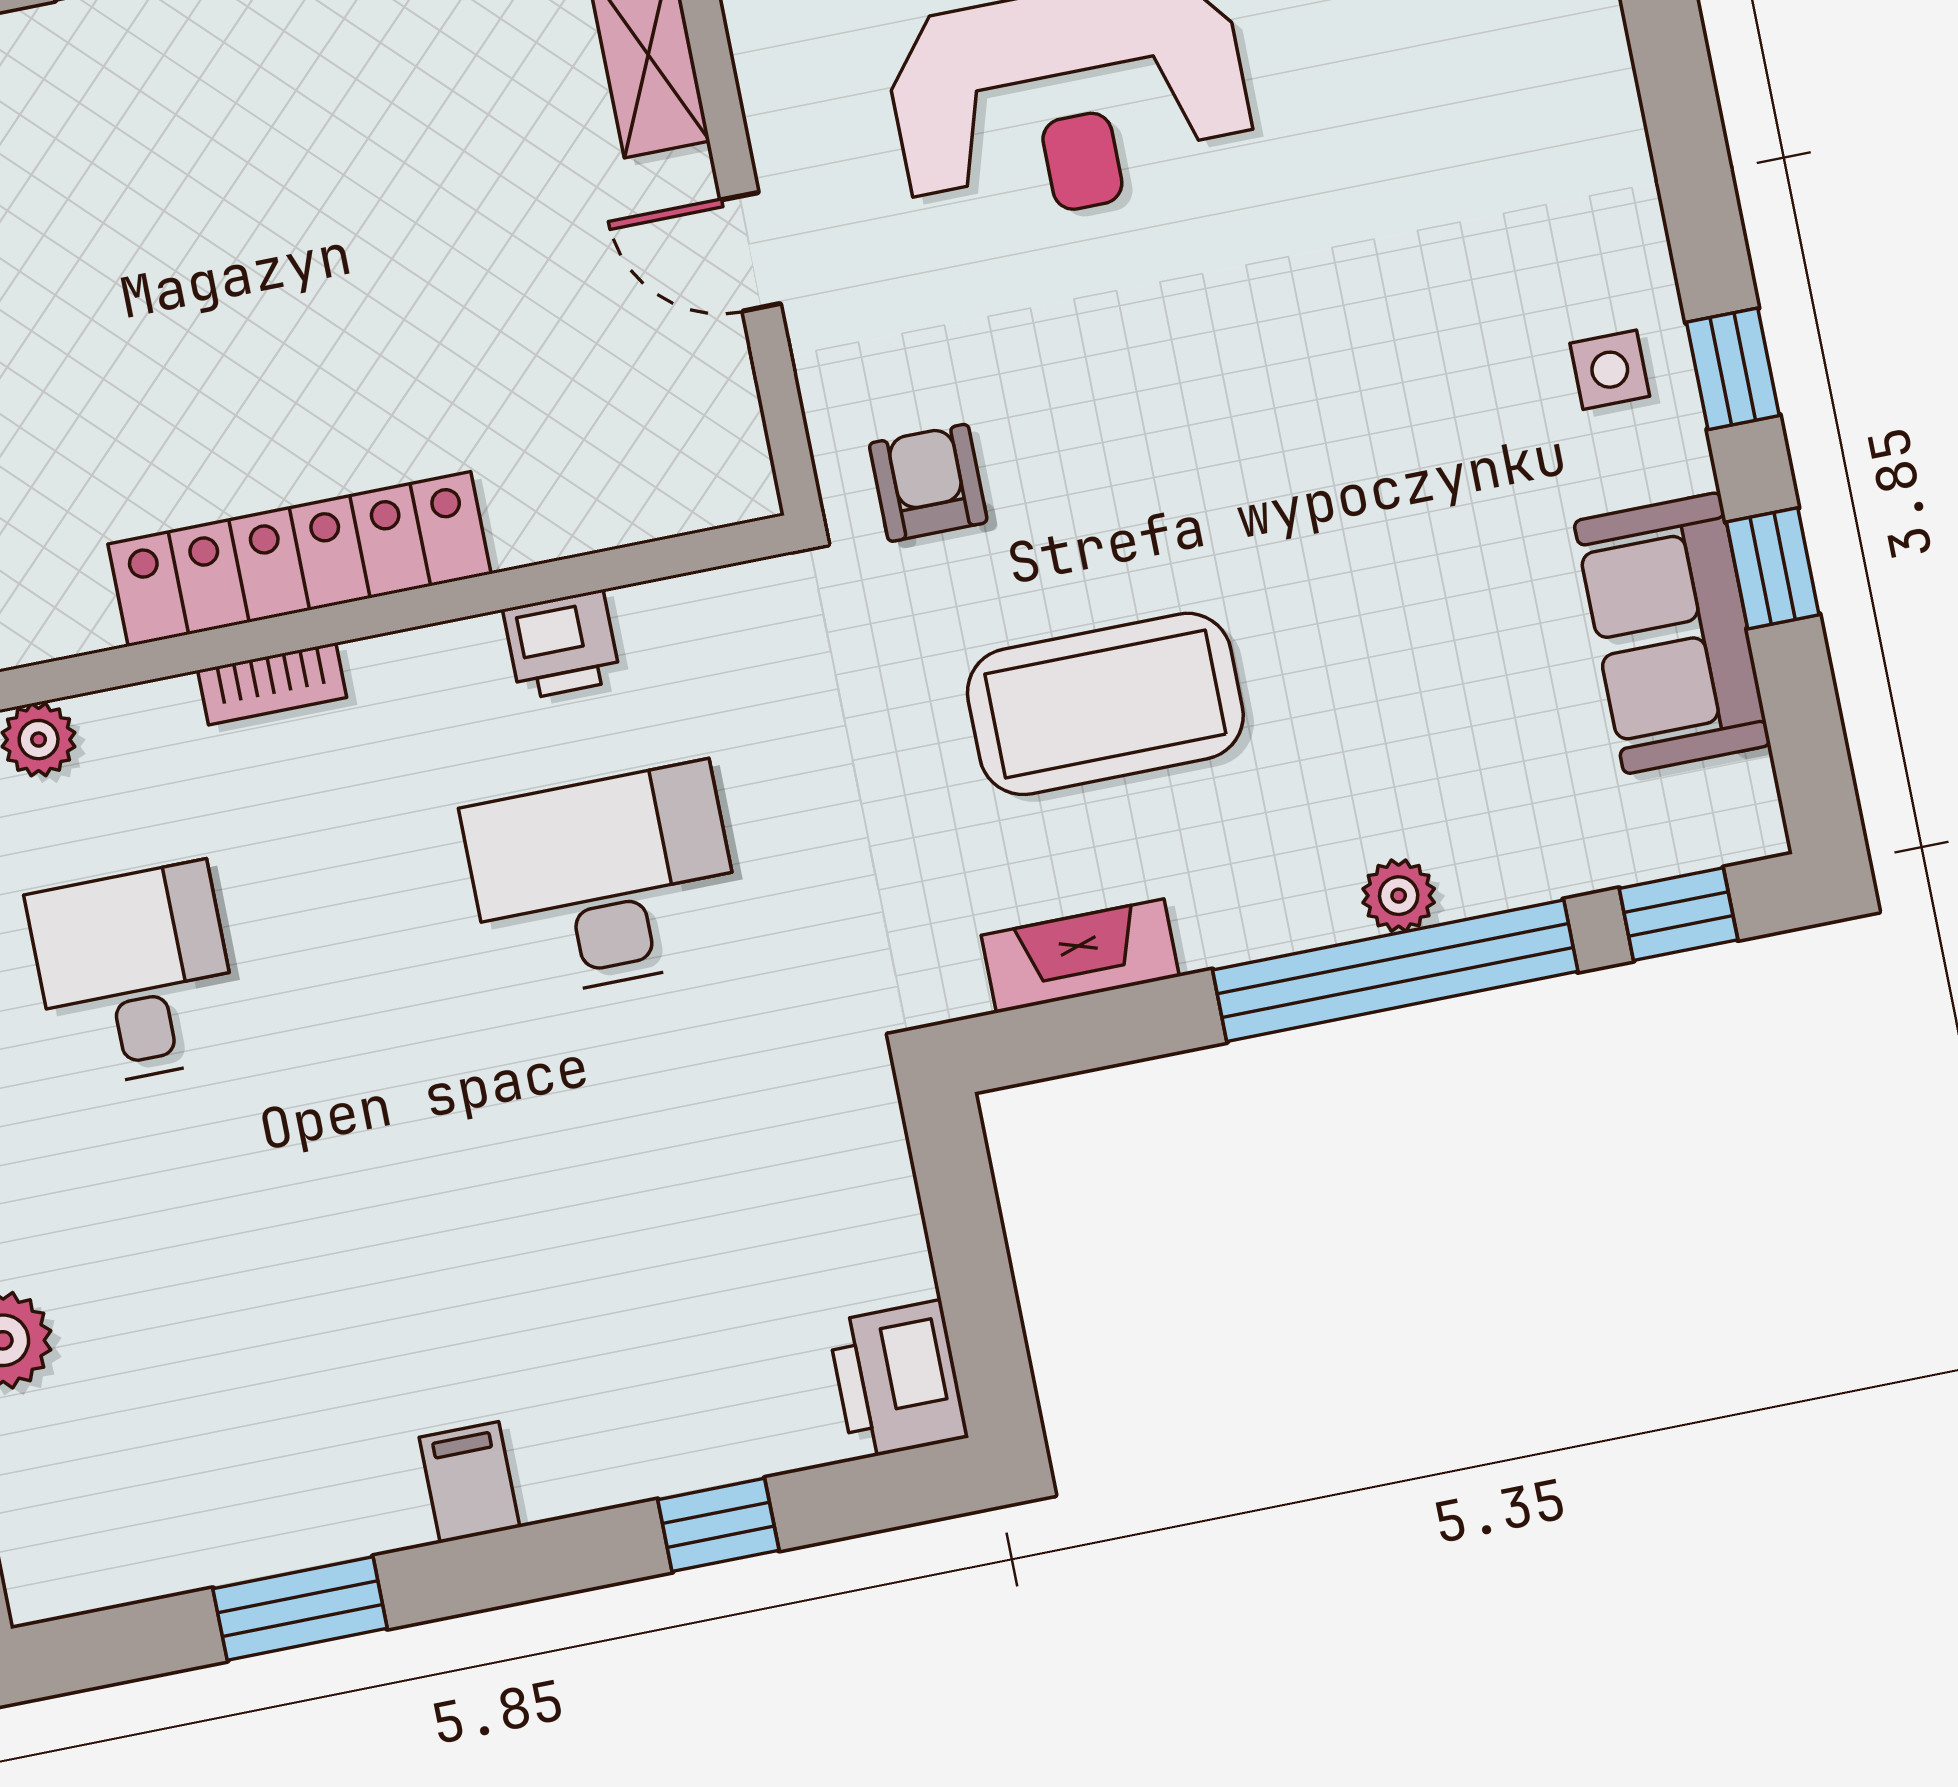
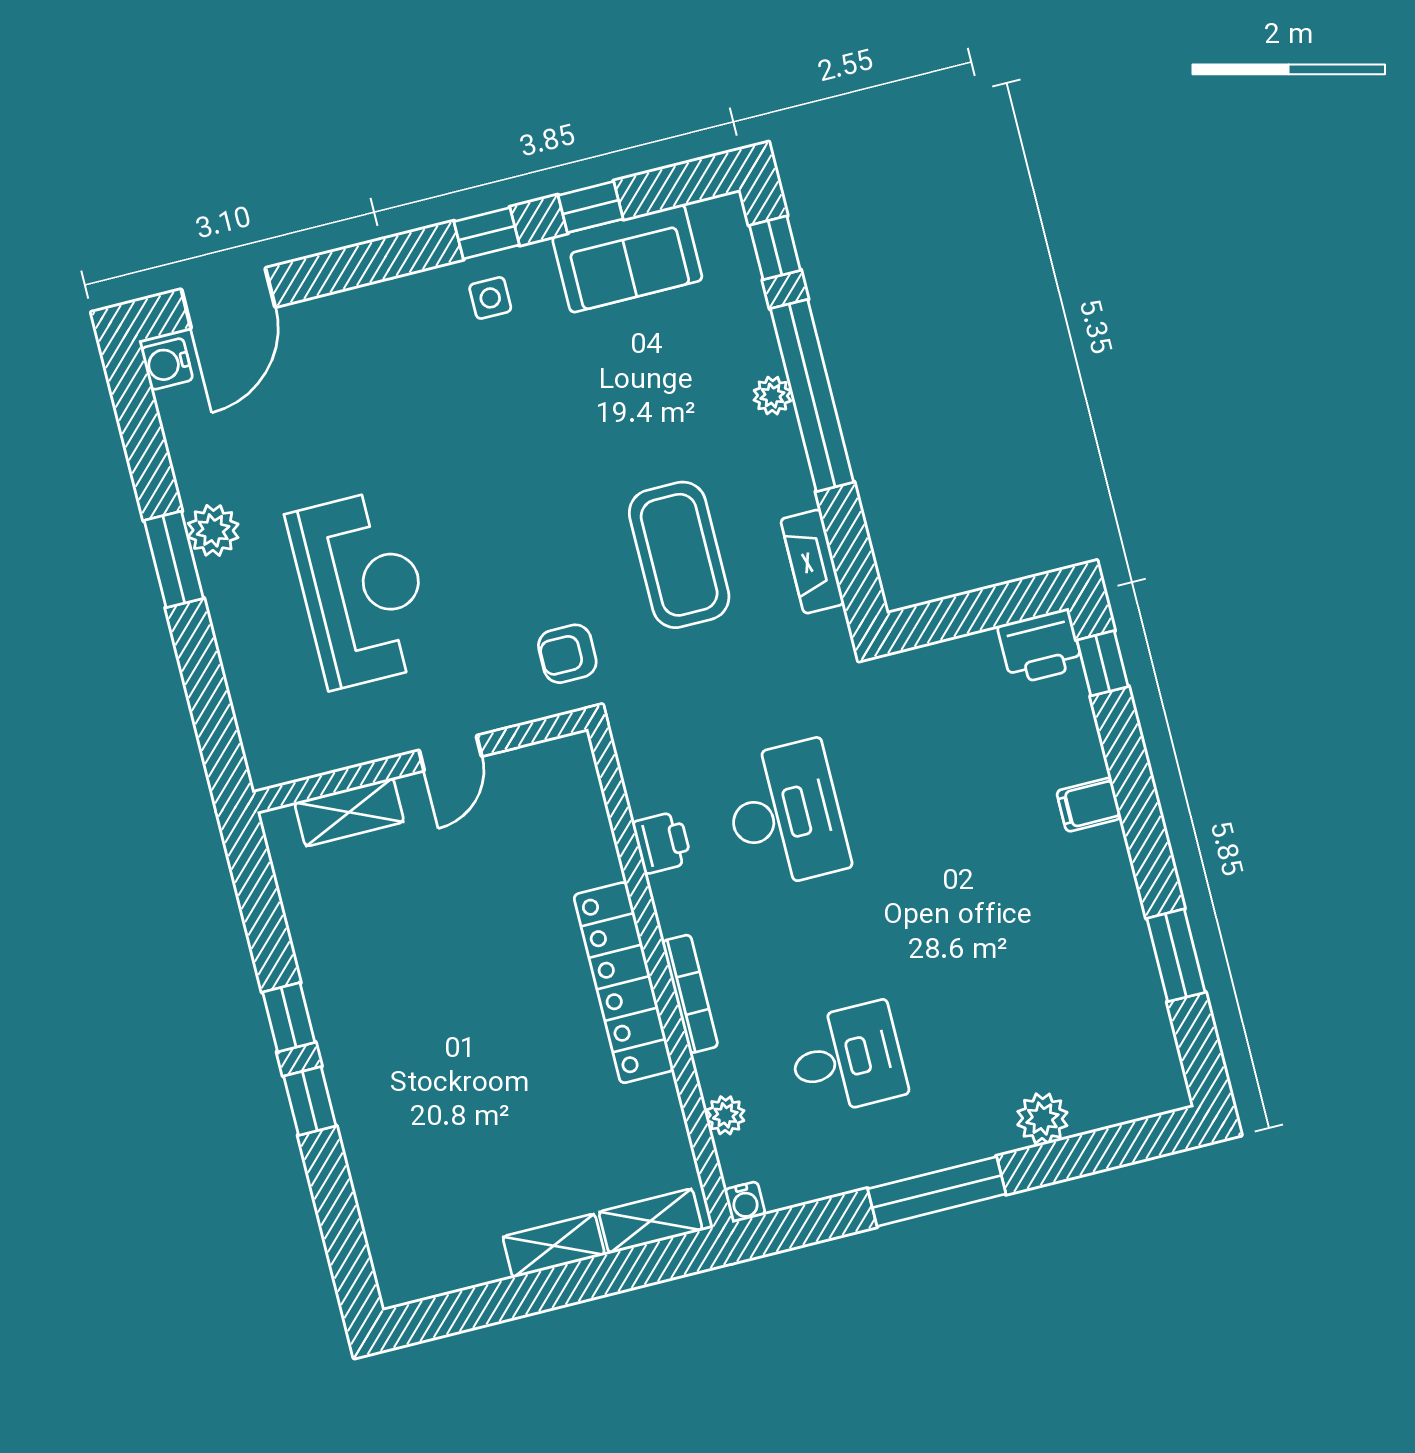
bookcase: (272, 684) -> (690, 994), width x1.56
desk: (603, 882) -> (786, 814), turned 180
desk: (135, 975) -> (847, 1059), turned 180
filing cabinet: (470, 1482) -> (1089, 805), moved
window: (718, 1525) -> (1103, 663), moved

